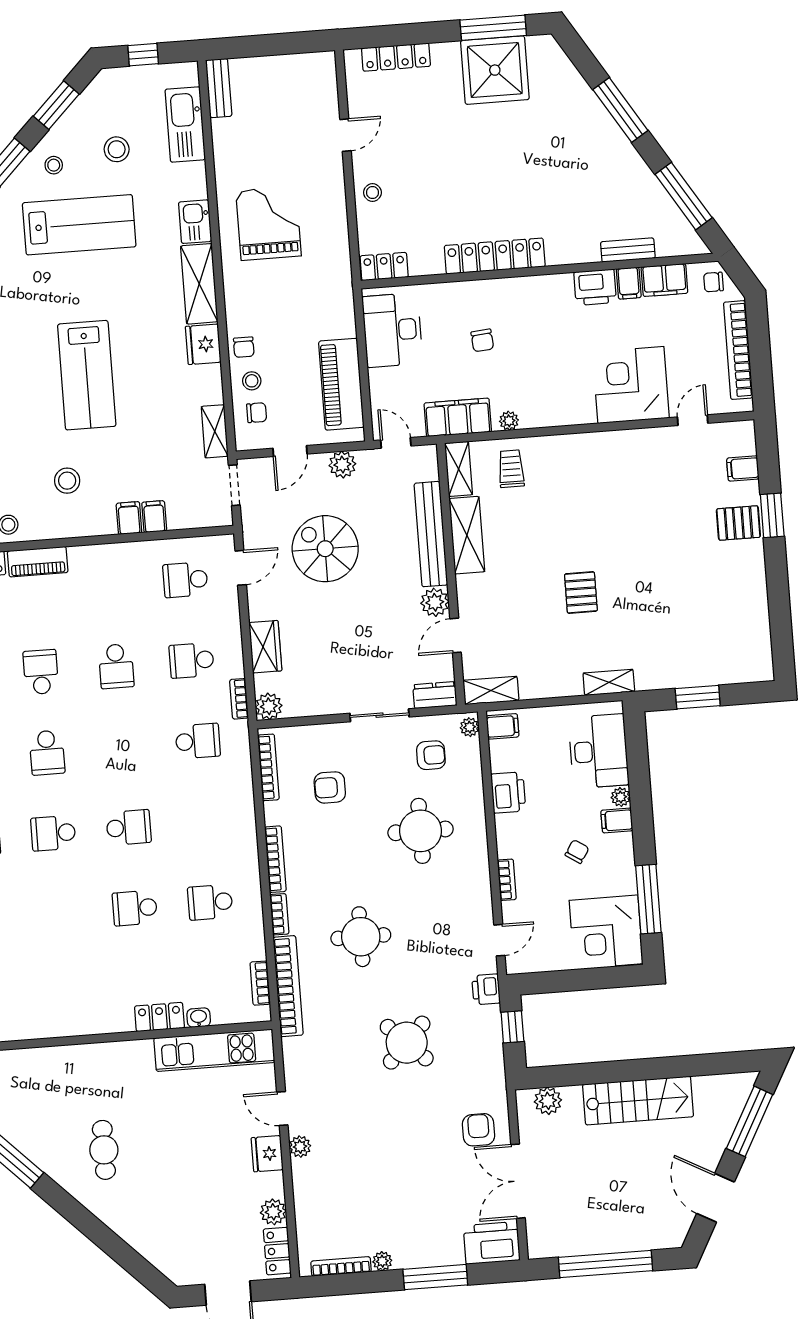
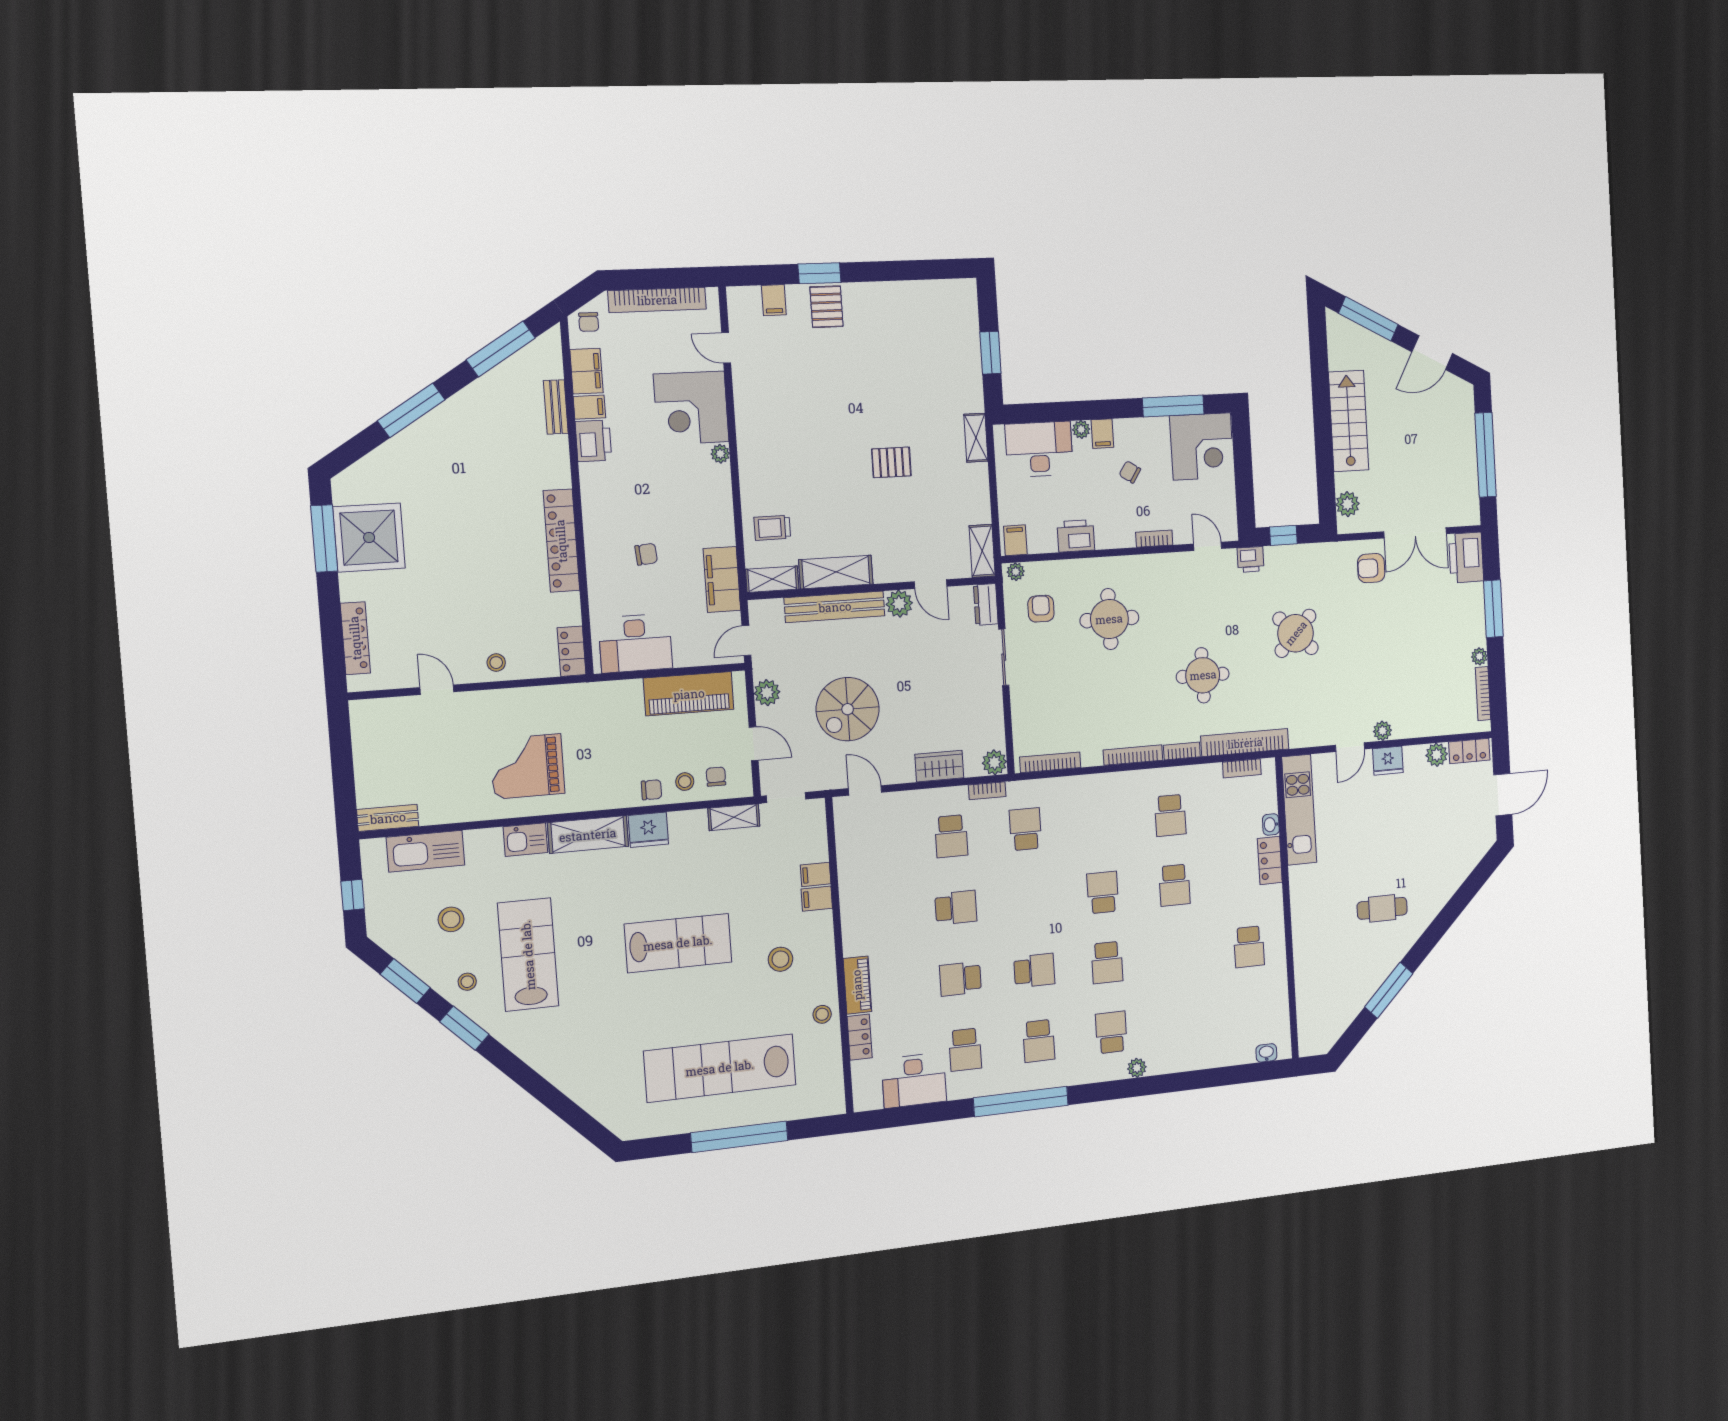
plant: (509, 421) -> (720, 454), moved
school desk: (185, 580) -> (1249, 947), moved
armchair: (330, 787) -> (1069, 704), removed

